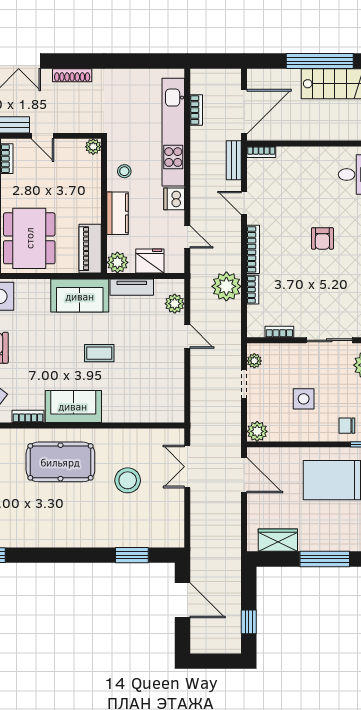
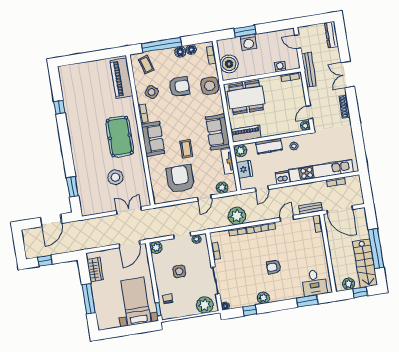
door: (43, 136) -> (309, 112), moved
armchair: (148, 371) -> (180, 179), added

